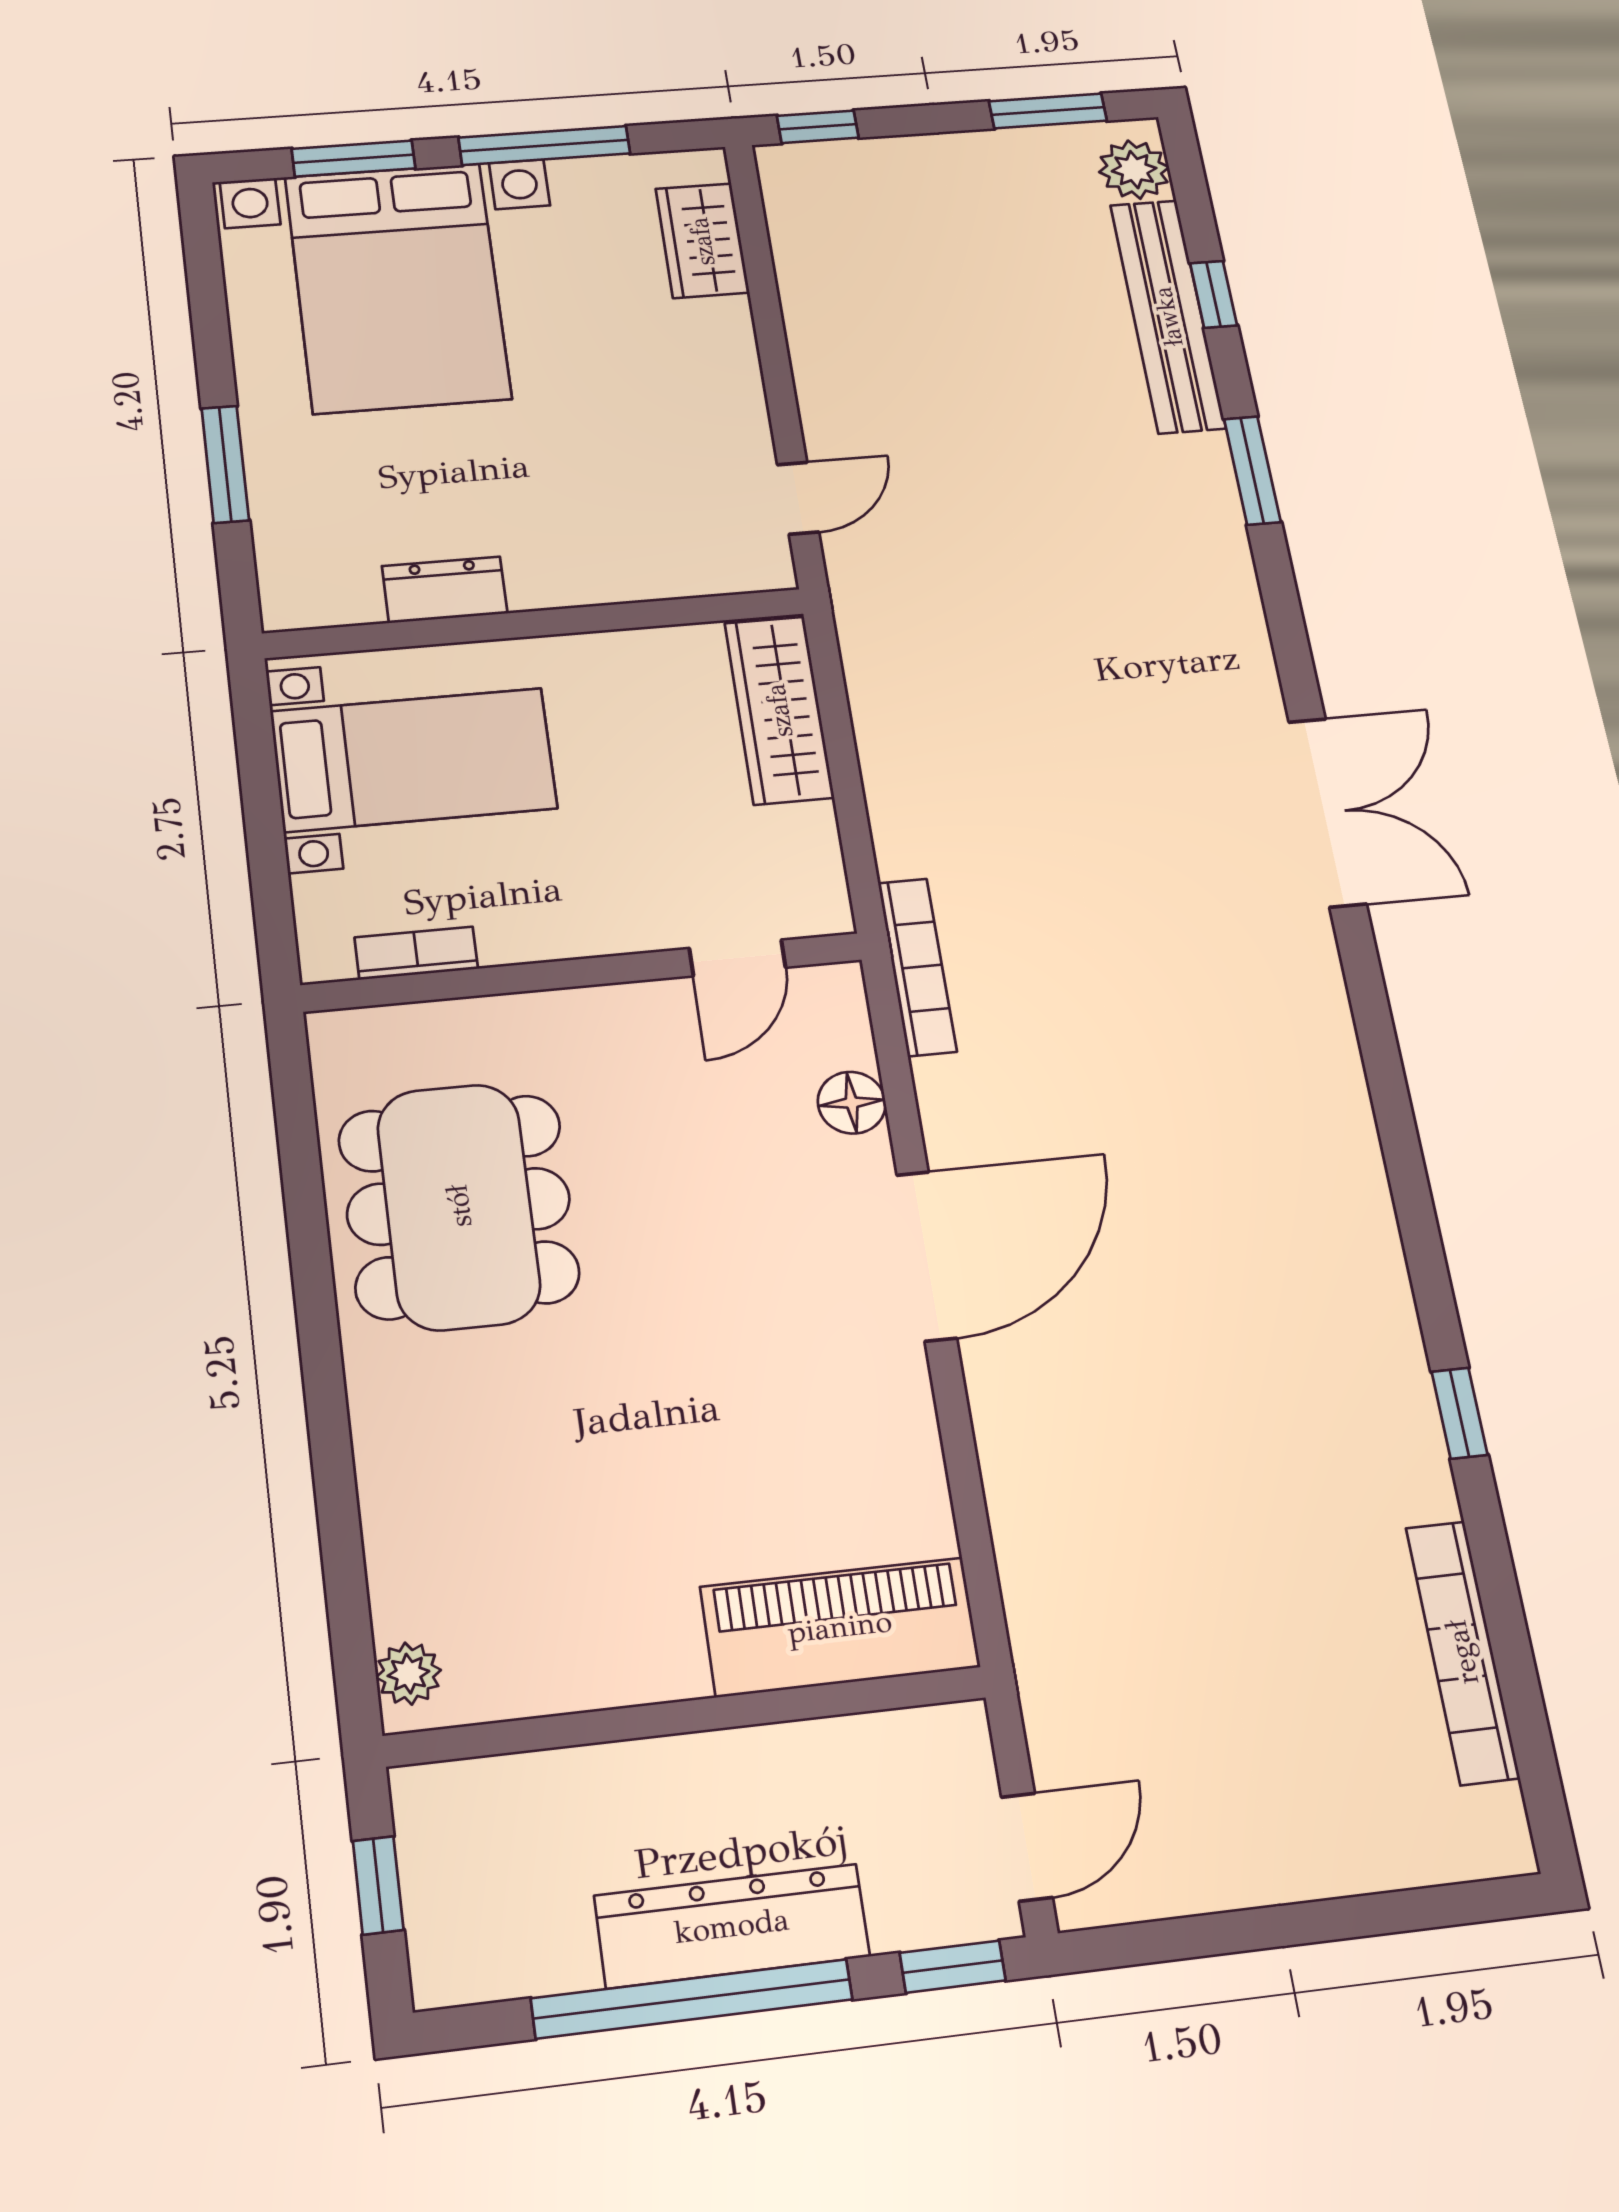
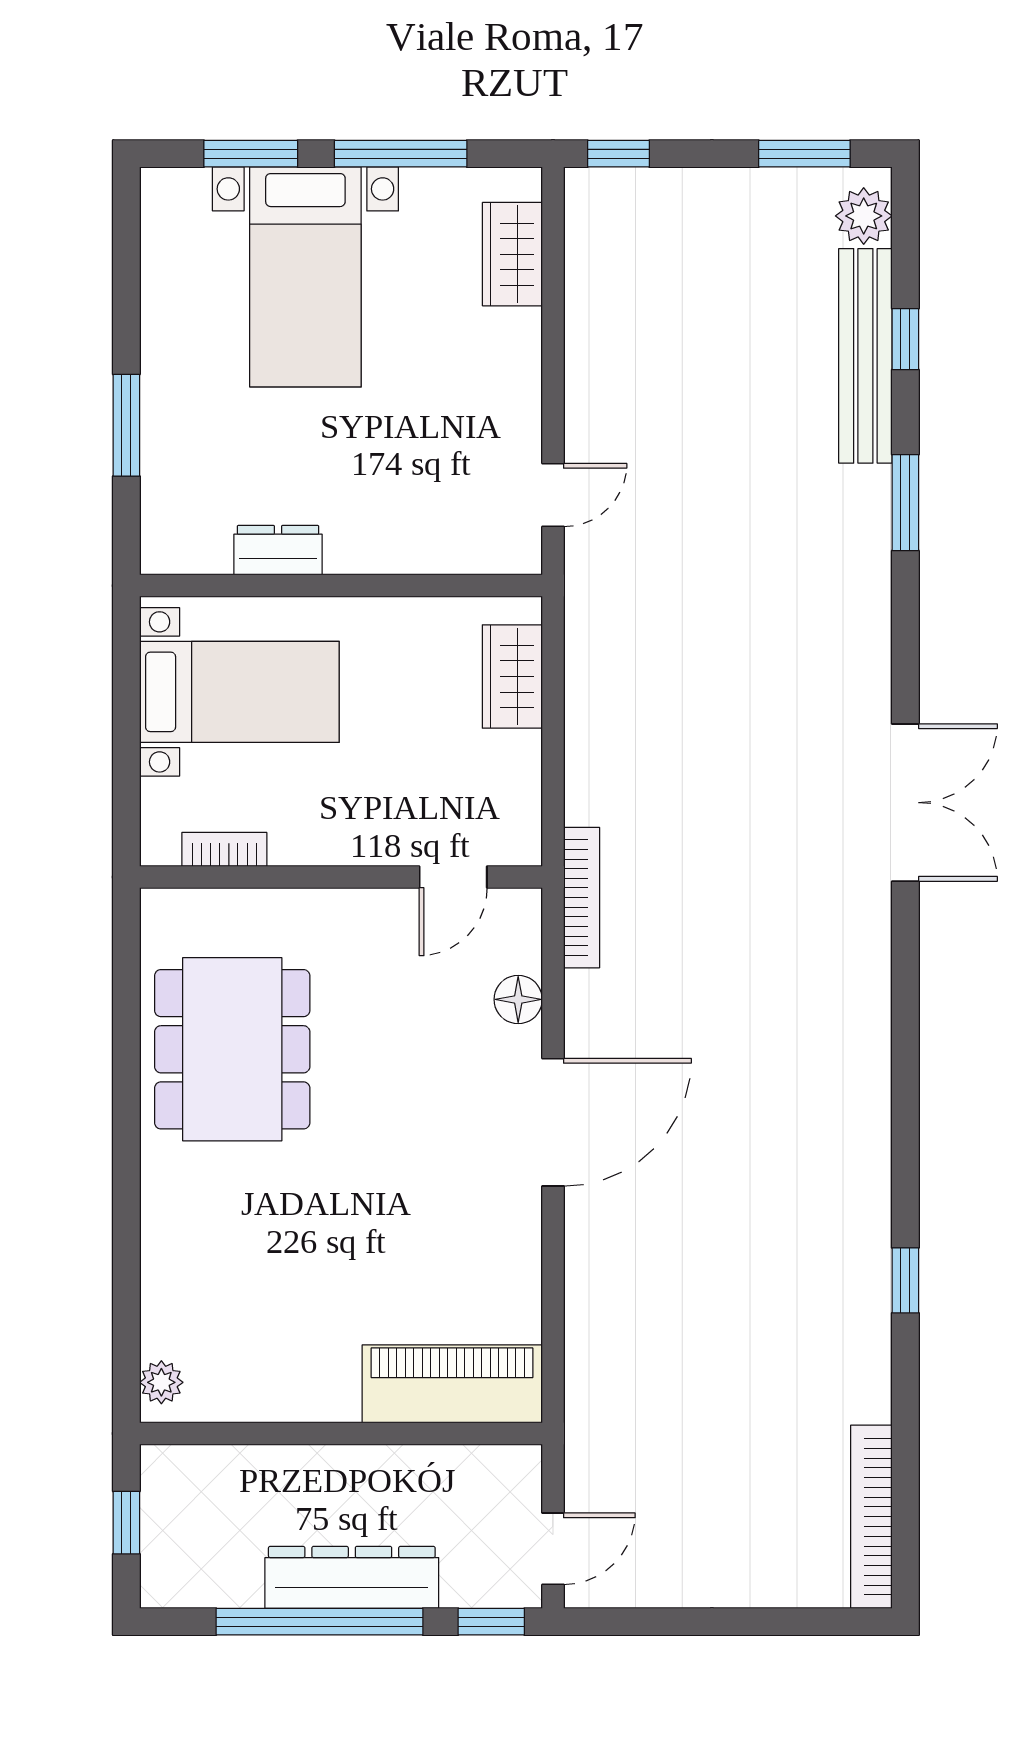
bed with nightstands: (397, 287) -> (305, 277), width x0.73
wardrobe: (779, 710) -> (512, 677), width x0.67
bookcase: (1462, 1652) -> (871, 1517), moved

